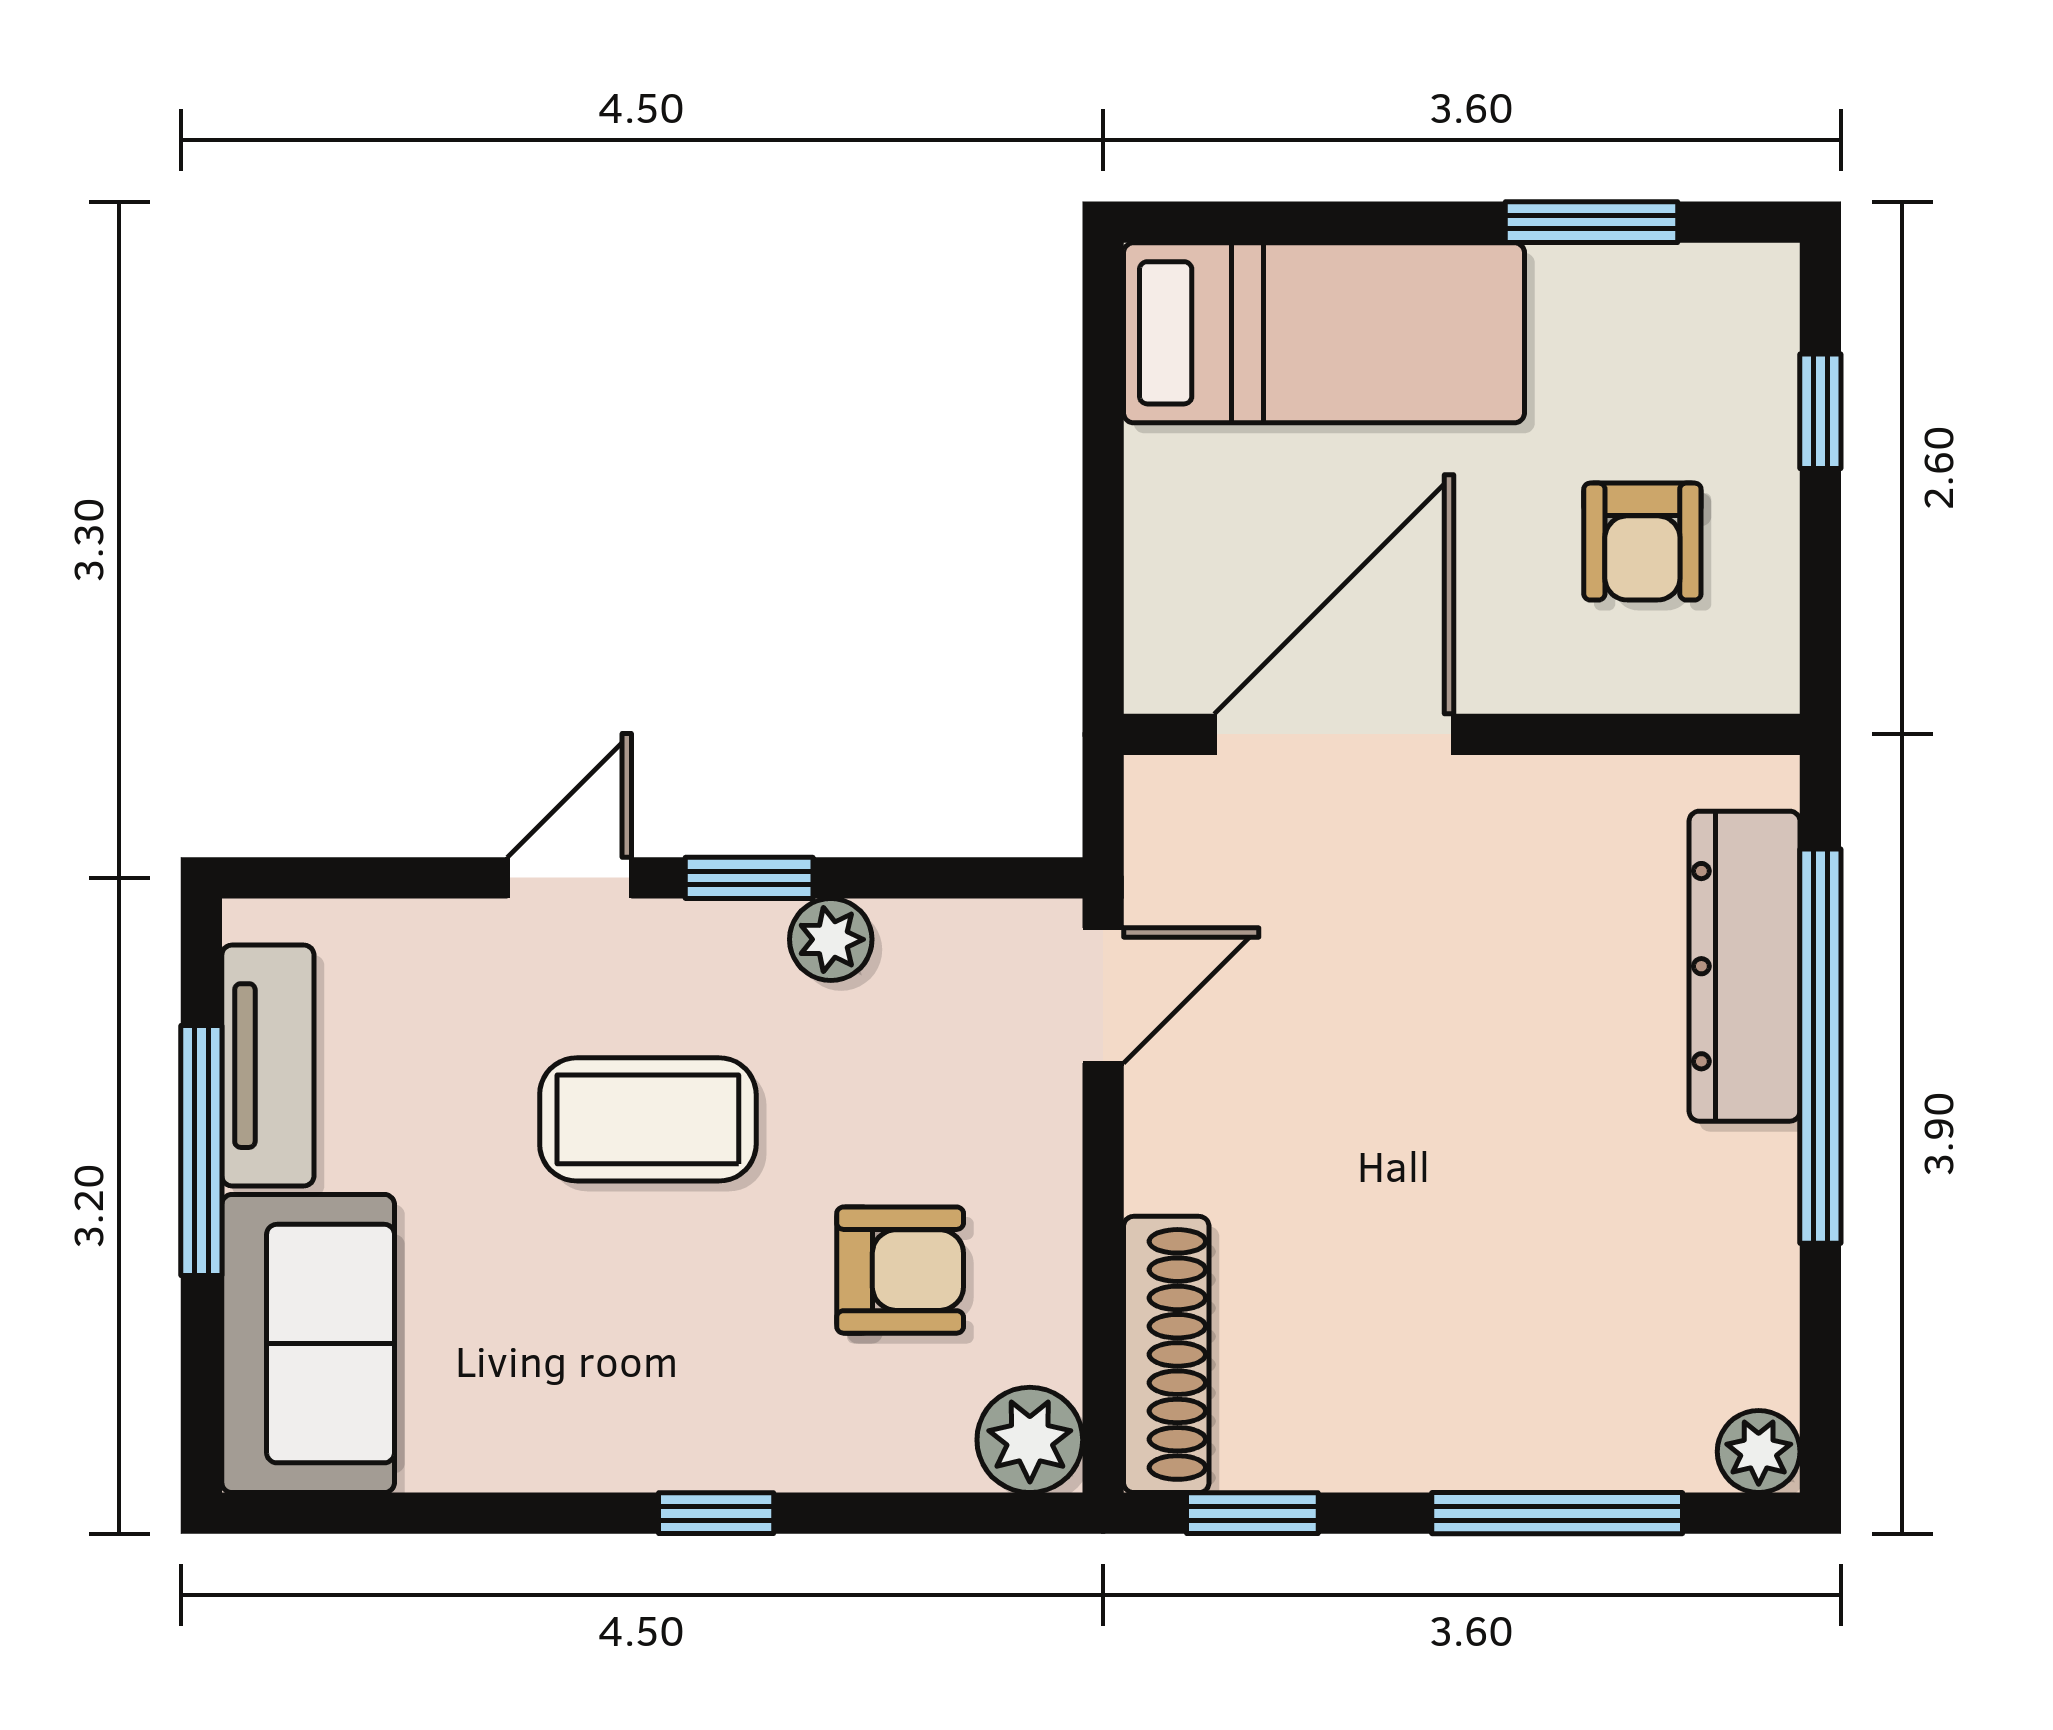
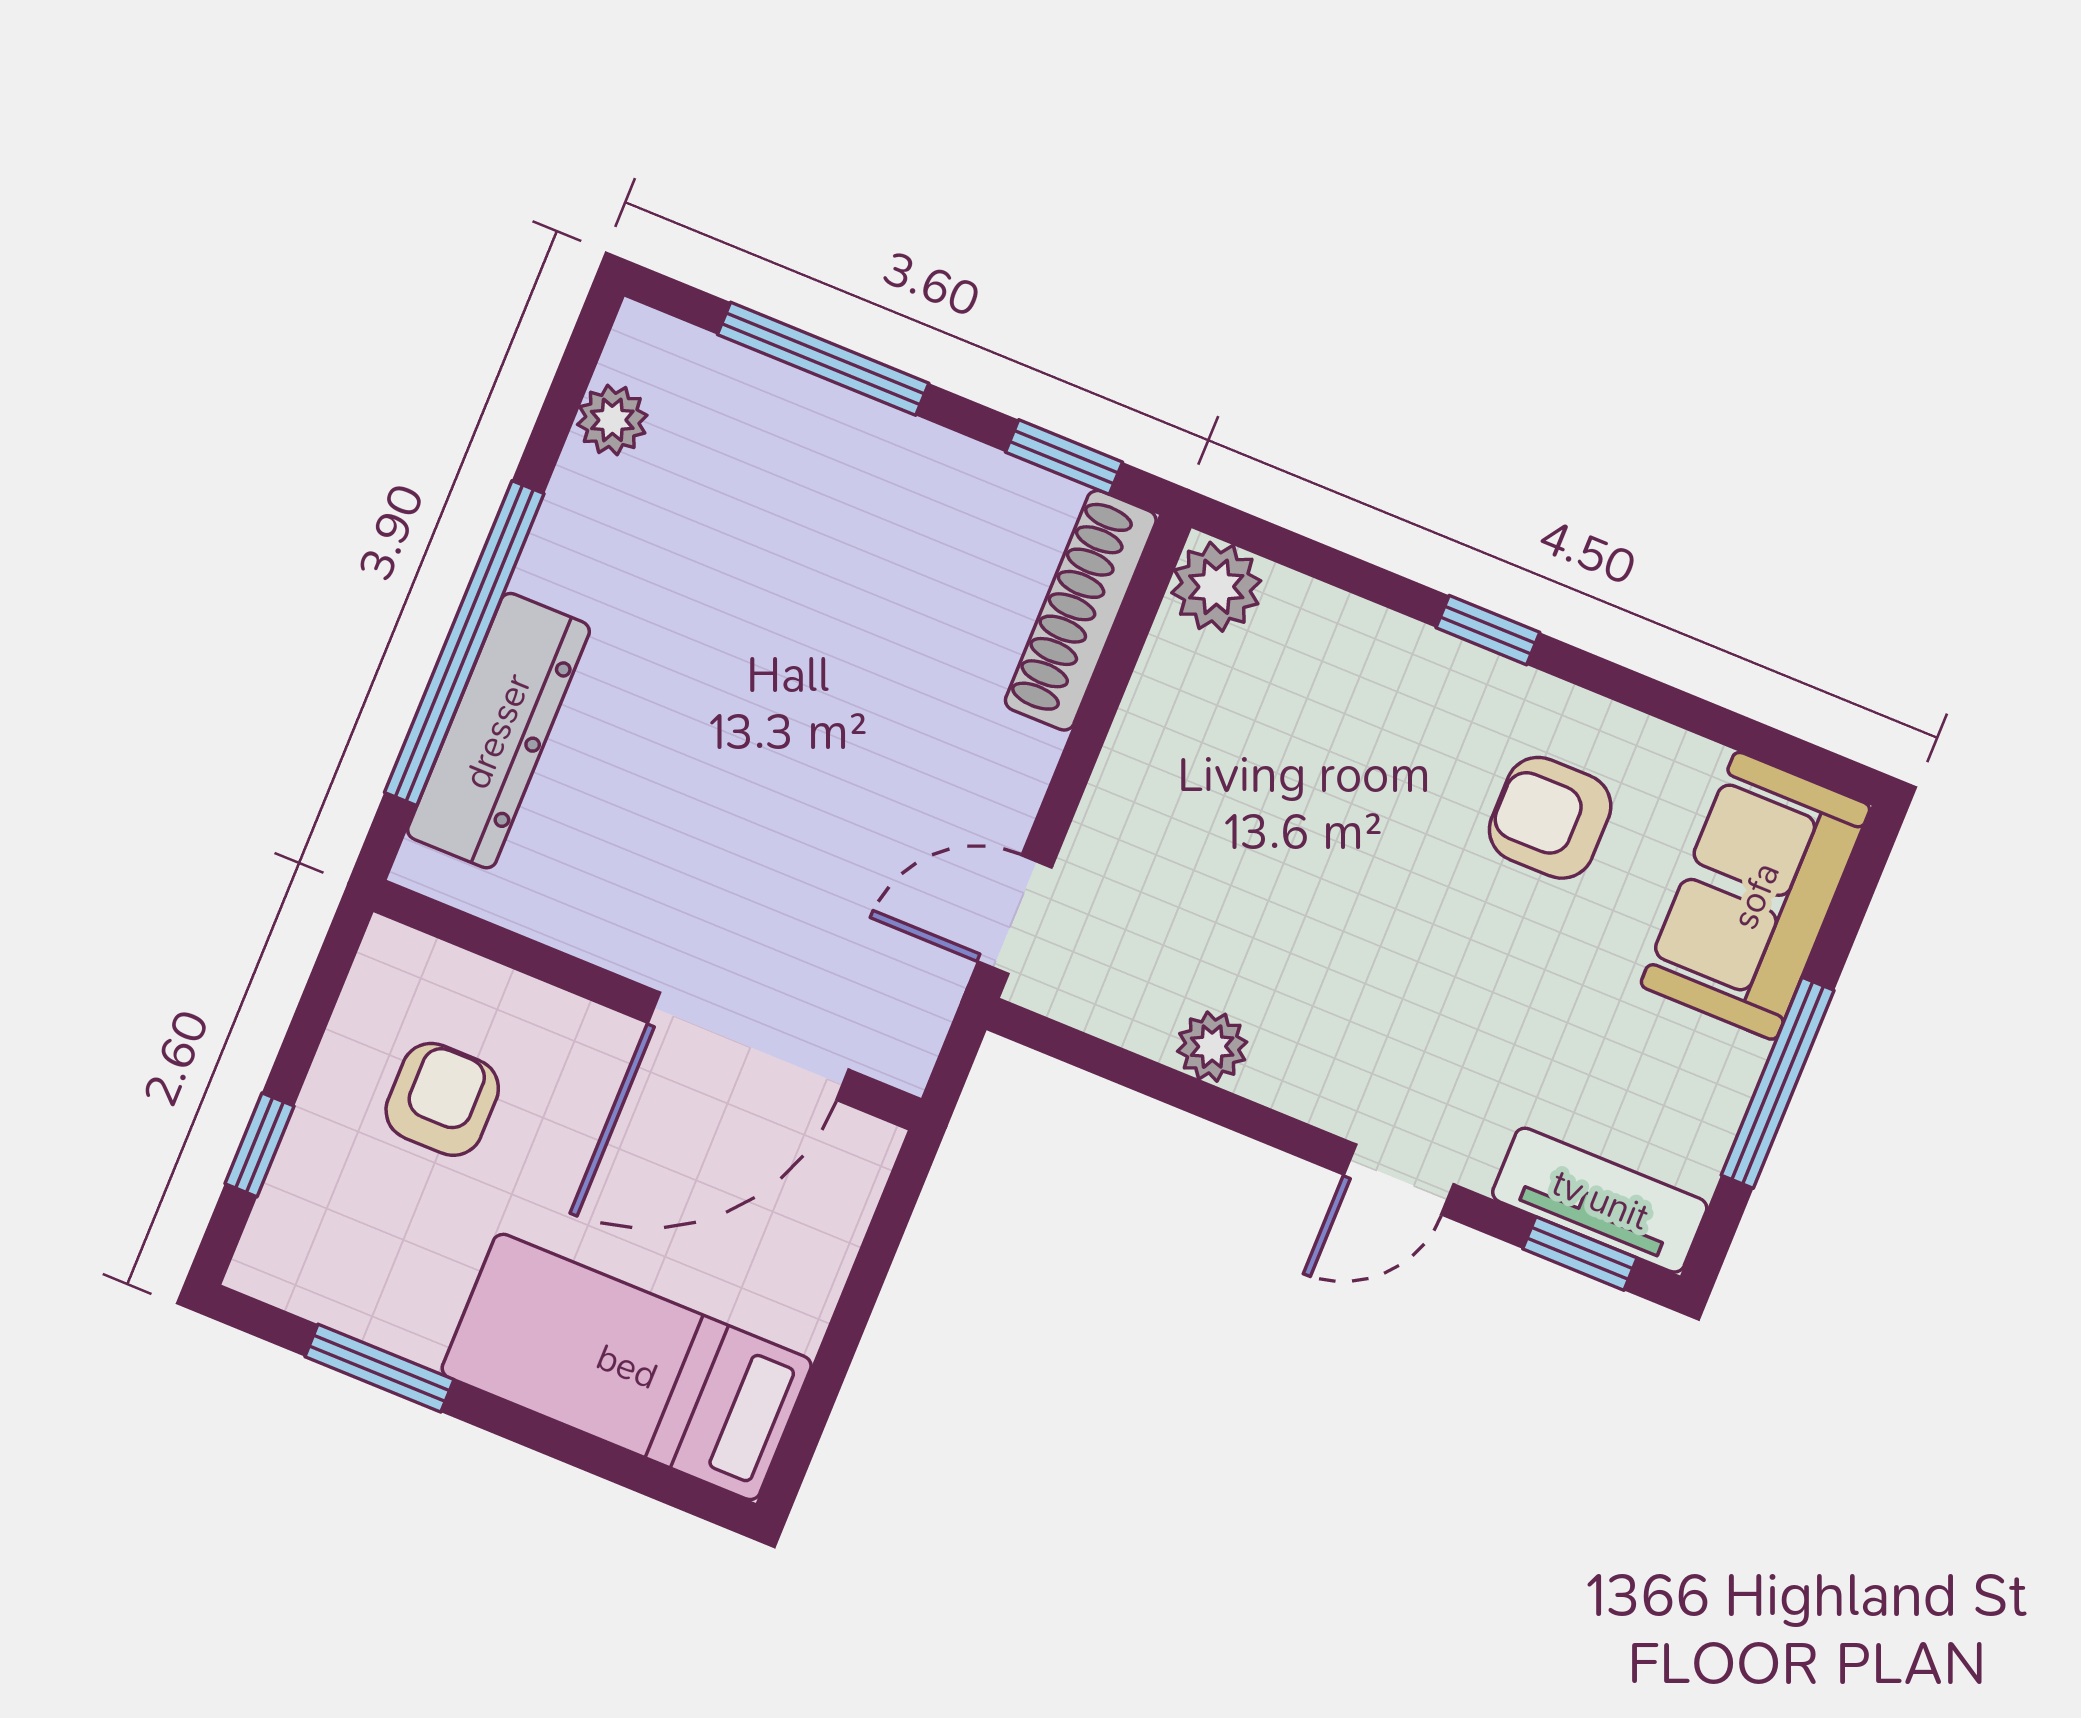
window: (749, 878) -> (1580, 1253), moved
tv unit: (268, 1066) -> (1600, 1200), moved, turned 90
coffee table: (648, 1119) -> (1415, 963), removed
armchair: (900, 1270) -> (1550, 818), moved
plant: (1759, 1452) -> (612, 420), moved

